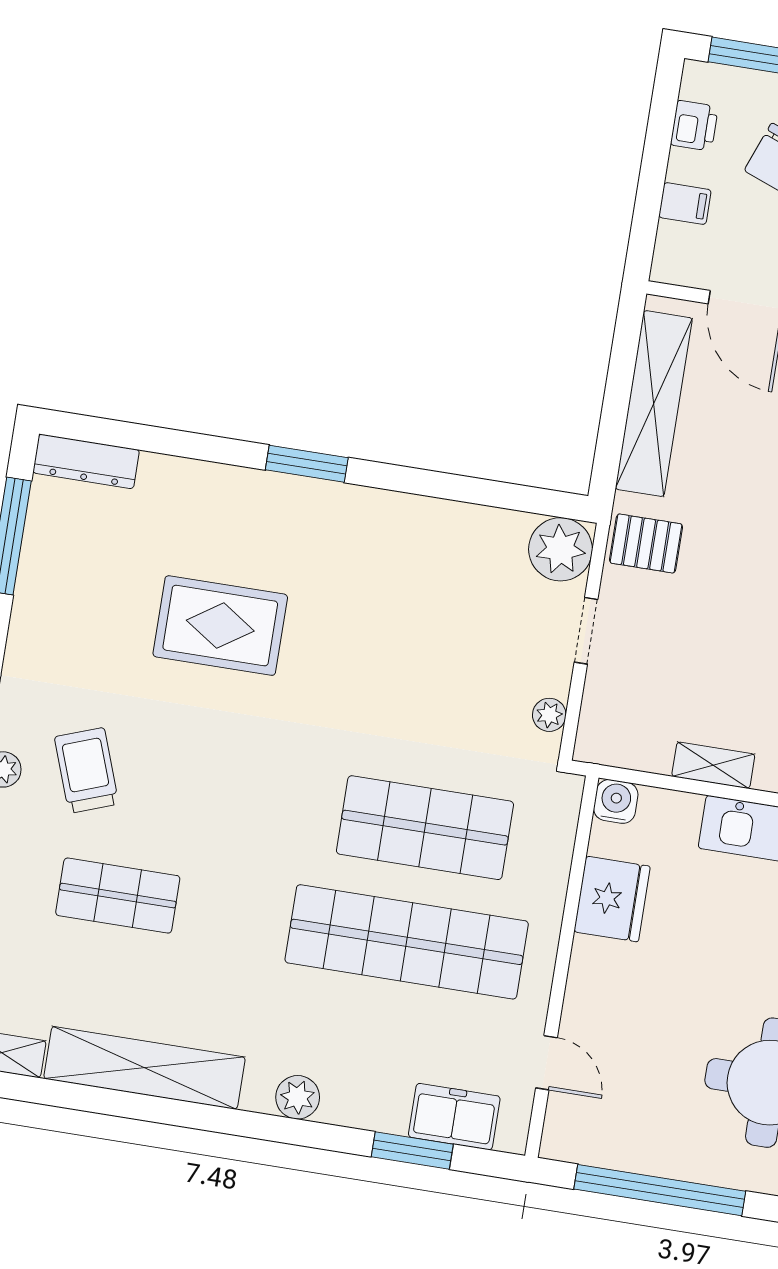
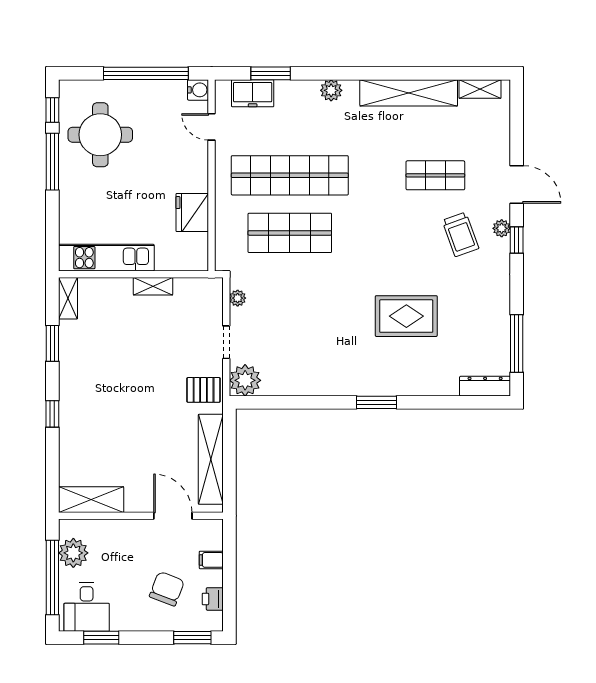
water cooler: (616, 801) -> (198, 90), moved, turned -90

